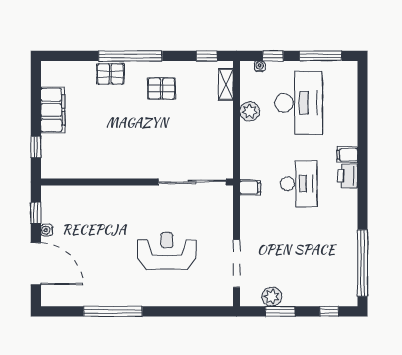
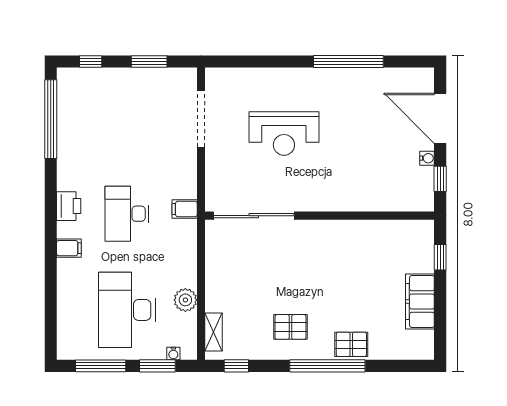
window: (273, 56) -> (157, 366), width x1.50
printer: (347, 176) -> (69, 206), moved
plant: (272, 297) -> (159, 79), removed

